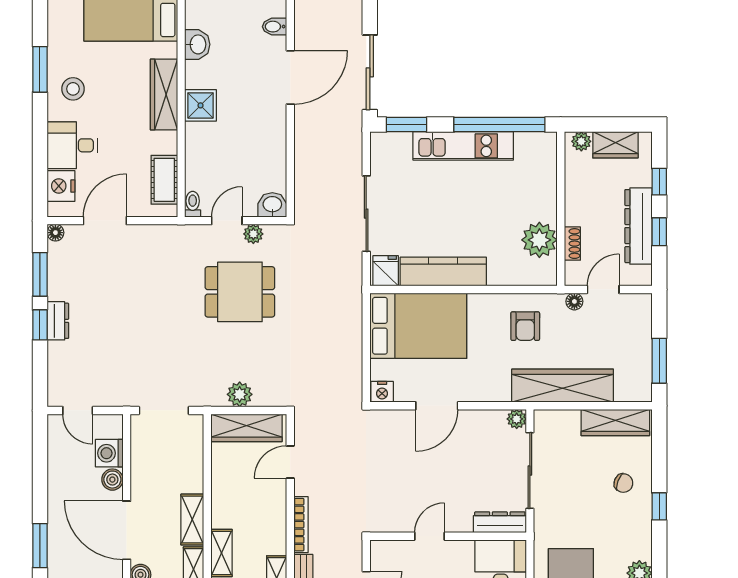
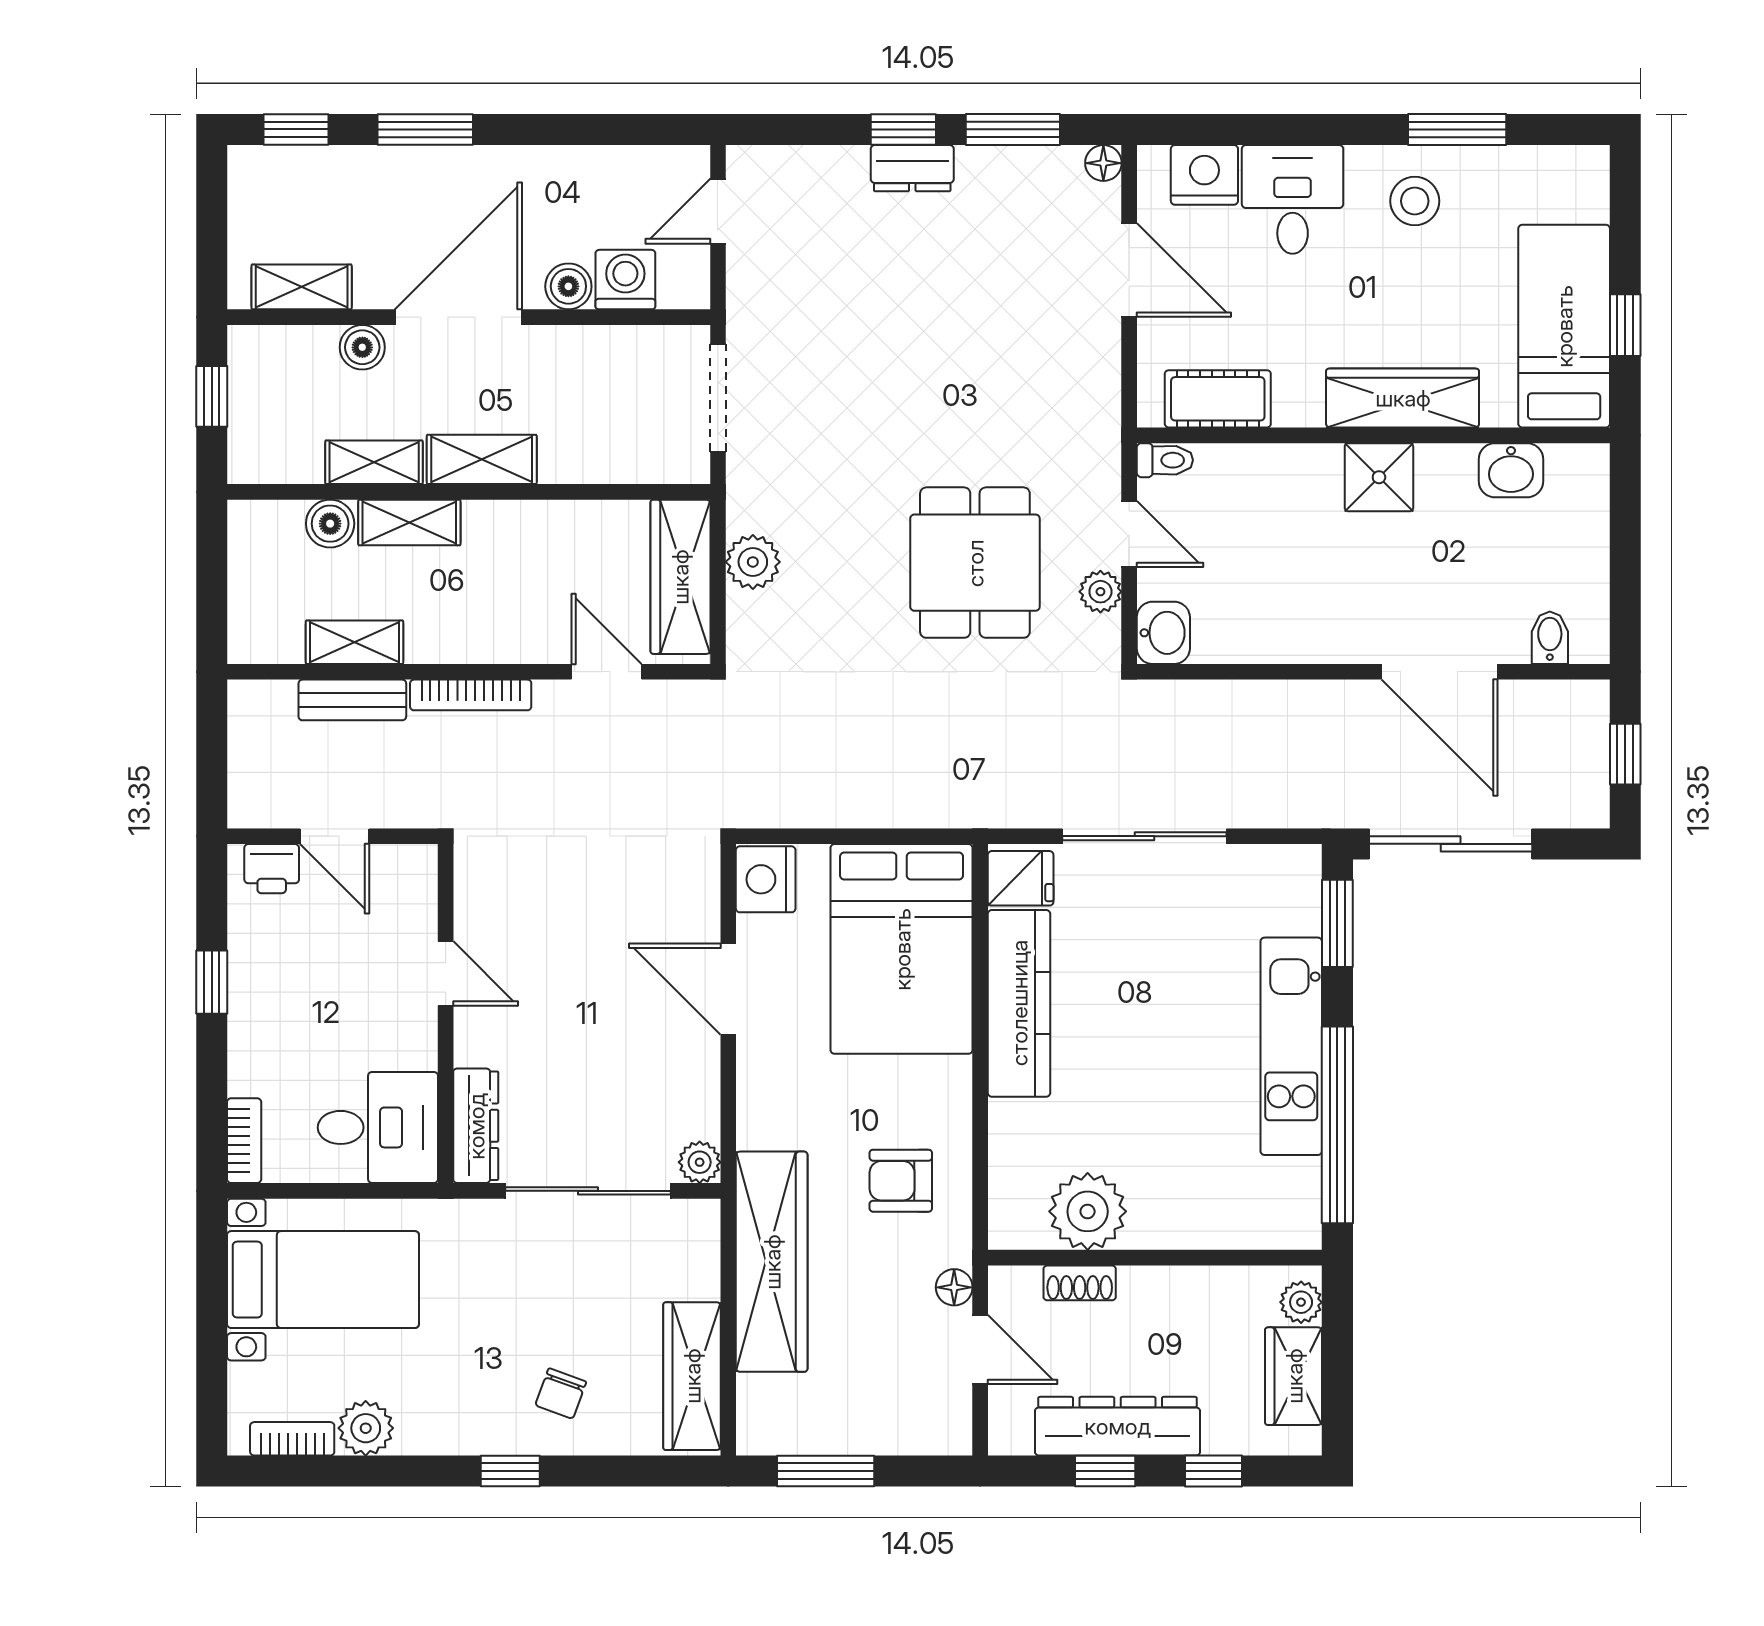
nightstand: (382, 392) -> (766, 879), width x1.36, depth x1.33

